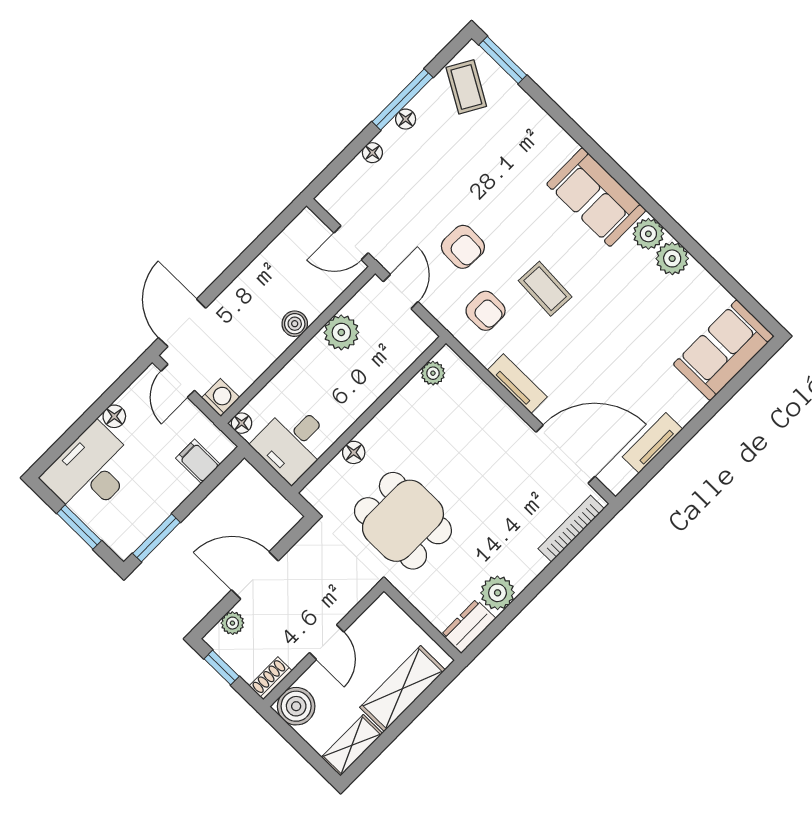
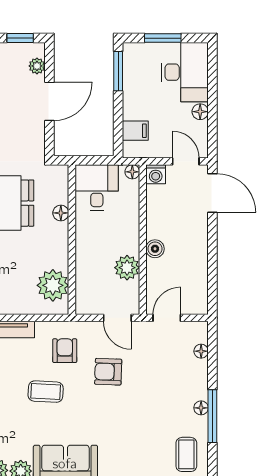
coffee table: (466, 87) -> (186, 454), turned 60
floor lamp: (372, 153) -> (201, 351), moved
armchair: (486, 311) -> (65, 351), turned 90
plant: (433, 373) -> (53, 285), width x1.87, depth x1.87

